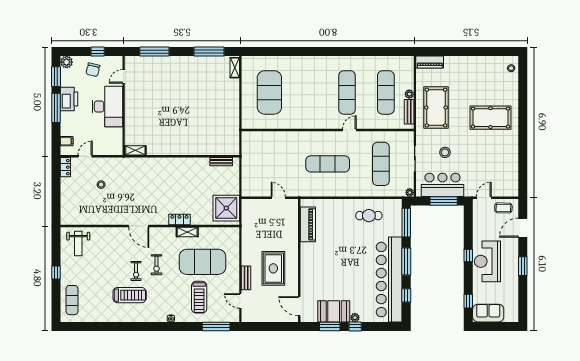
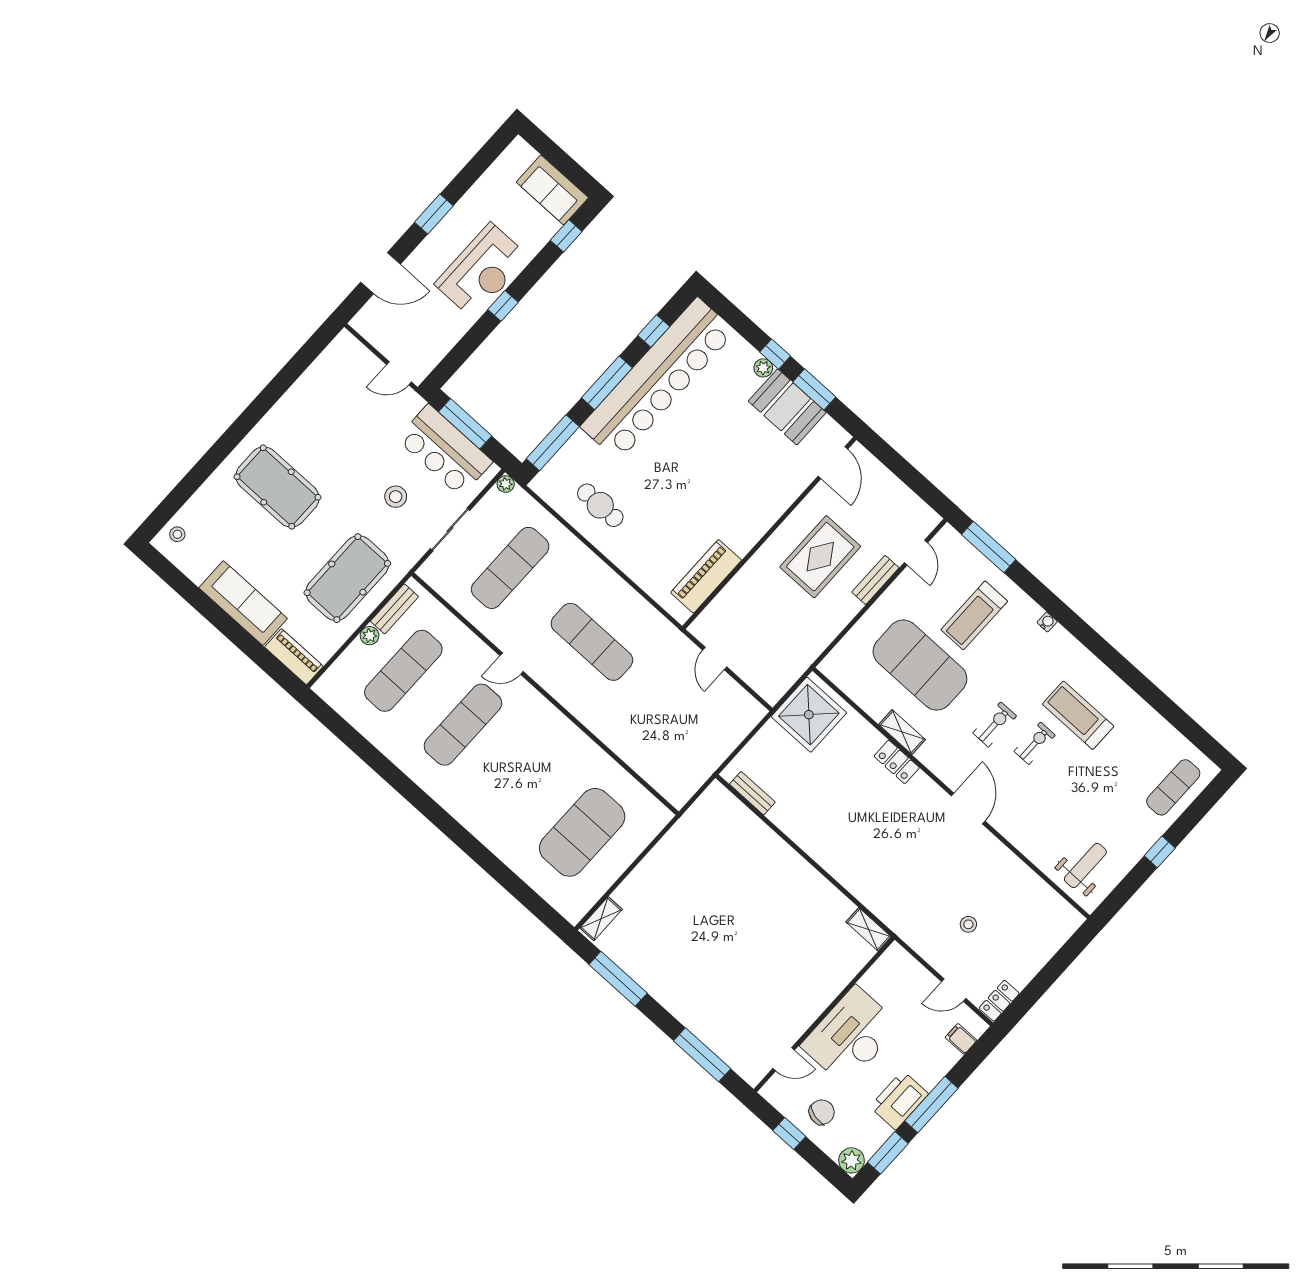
sofa: (465, 65) -> (243, 603), added
coffee table: (503, 208) -> (383, 330), removed
treadmill: (199, 297) -> (974, 615), turned 180

